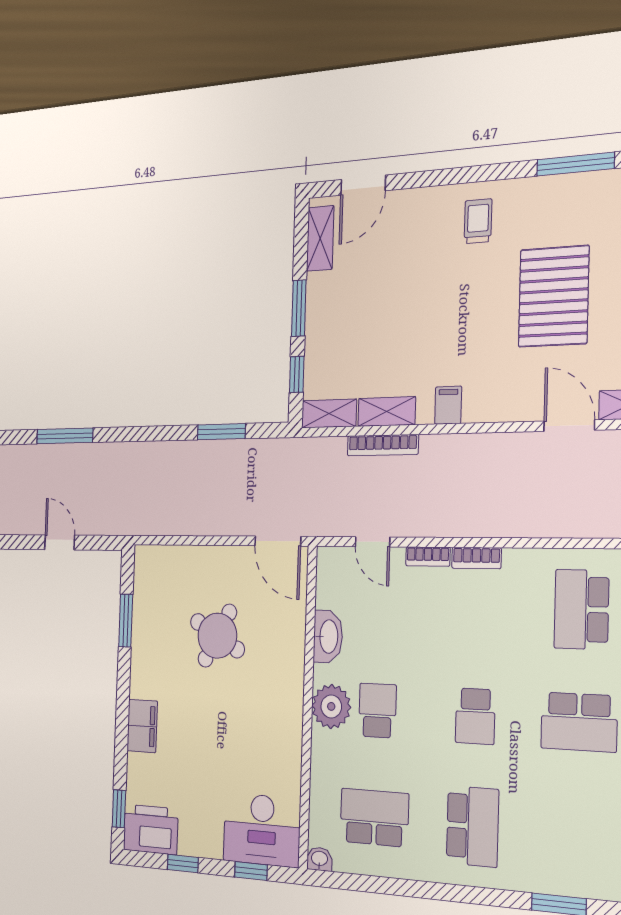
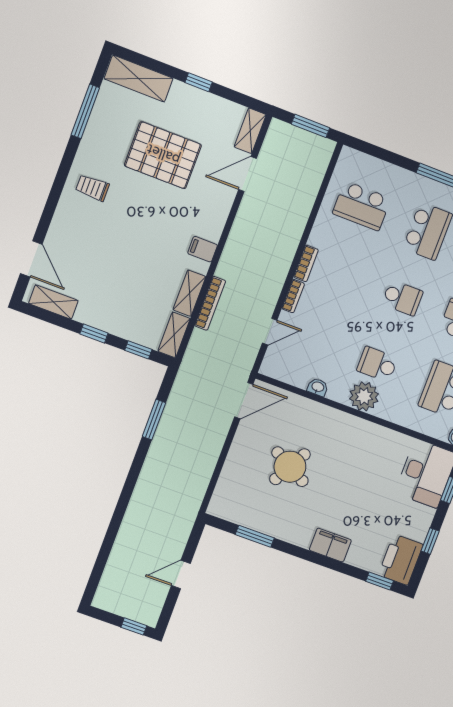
window: (299, 308) -> (94, 333), width x0.67
window: (65, 436) -> (106, 547), removed
washbasin: (328, 637) -> (318, 387), width x0.52, depth x0.69

